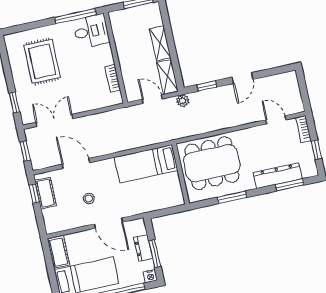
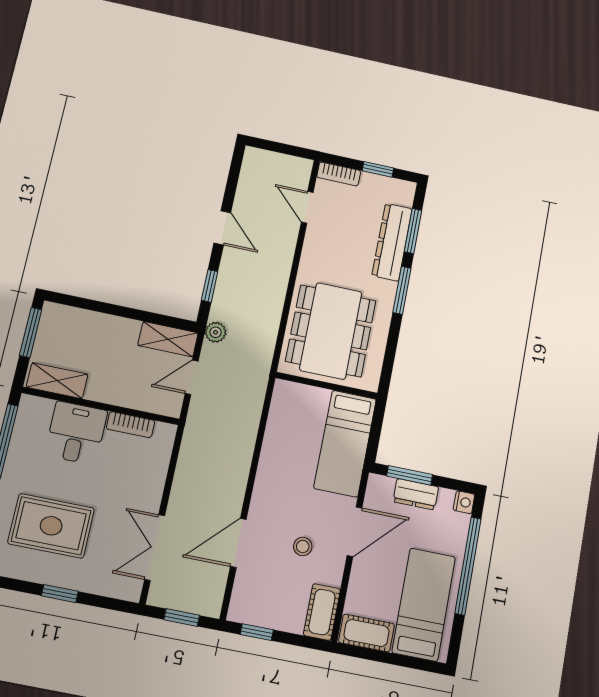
desk: (91, 31) -> (76, 433), moved
shelving: (160, 43) -> (57, 381), moved
window: (14, 102) -> (60, 594), moved
door: (276, 120) -> (307, 207), hinge flipped
bed: (146, 164) -> (345, 443), moved
cot: (46, 193) -> (322, 612), moved, turned 90
window: (232, 197) -> (402, 290), moved
window: (155, 253) -> (410, 475), moved

